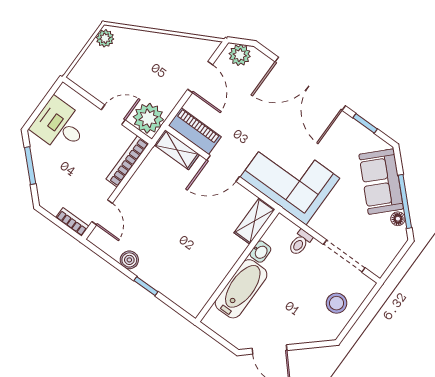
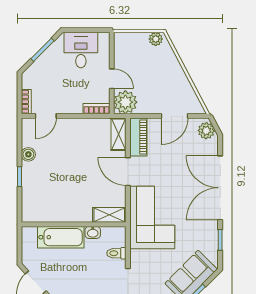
bookcase: (127, 161) -> (96, 109), width x0.64

